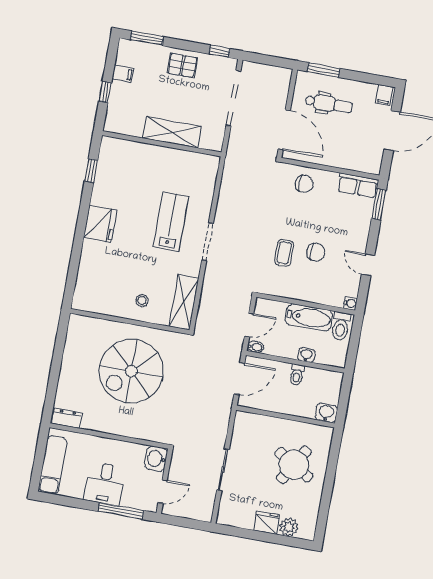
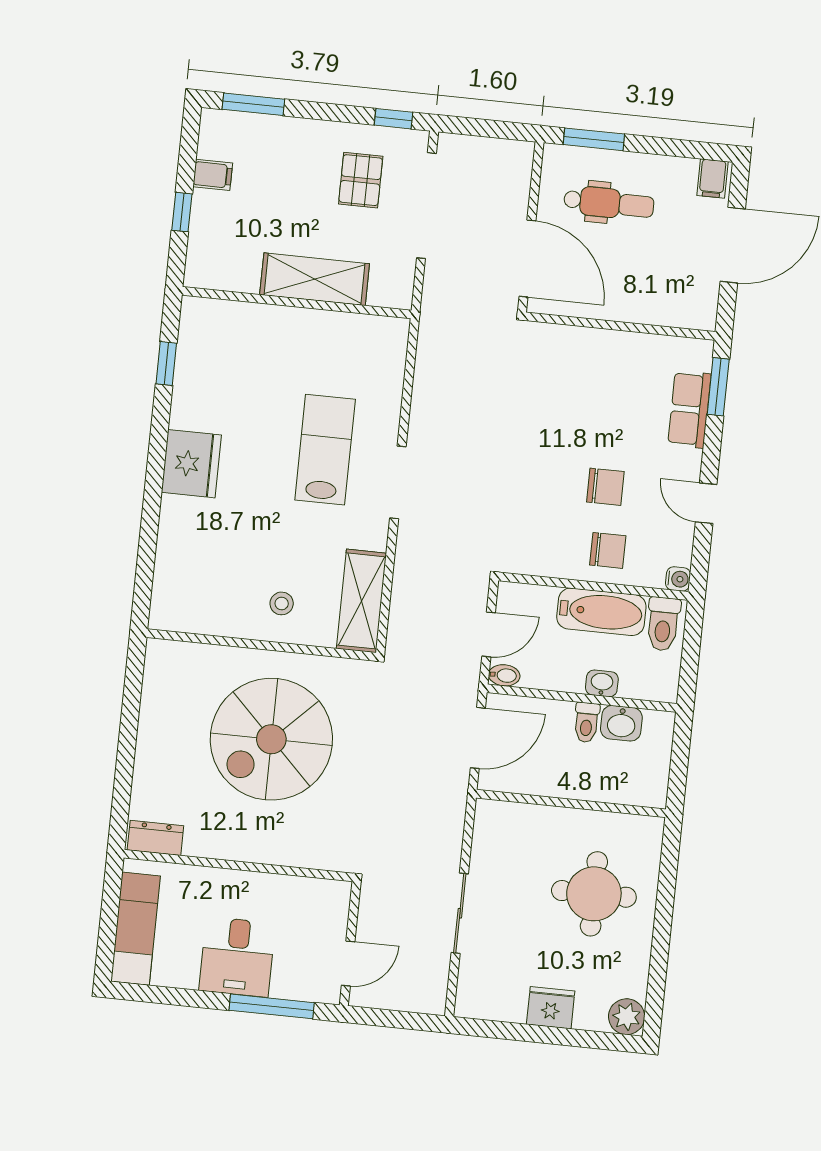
pallet: (182, 65) -> (361, 180), moved, turned 90
chair: (304, 184) -> (608, 550), moved
row of seats: (358, 185) -> (689, 409), moved, turned 90
coffee table: (284, 253) -> (545, 492), removed
washbasin: (326, 413) -> (621, 723), moved, turned 180
washbasin: (156, 459) -> (331, 902), removed
round table: (294, 465) -> (594, 894), turned -31
plant: (289, 527) -> (627, 1017), moved

